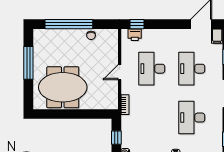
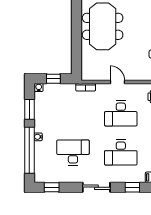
desk: (152, 69) -> (121, 113), turned 180
desk: (192, 69) -> (121, 153), turned 180

